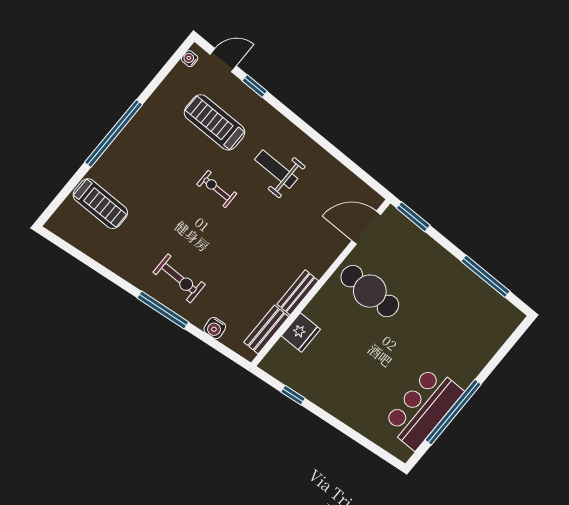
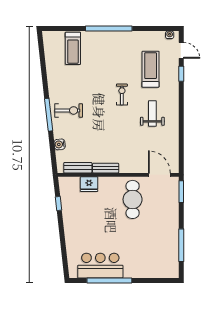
exercise bike: (179, 278) -> (69, 110), turned -90

